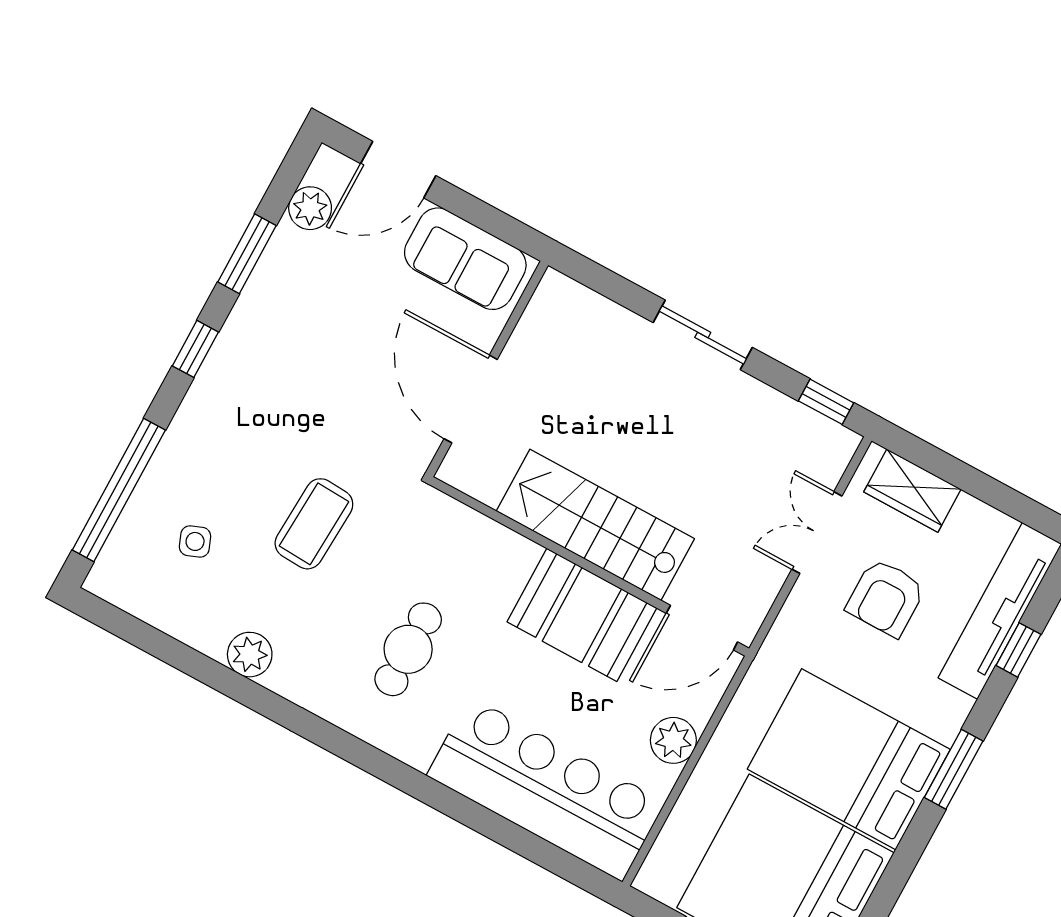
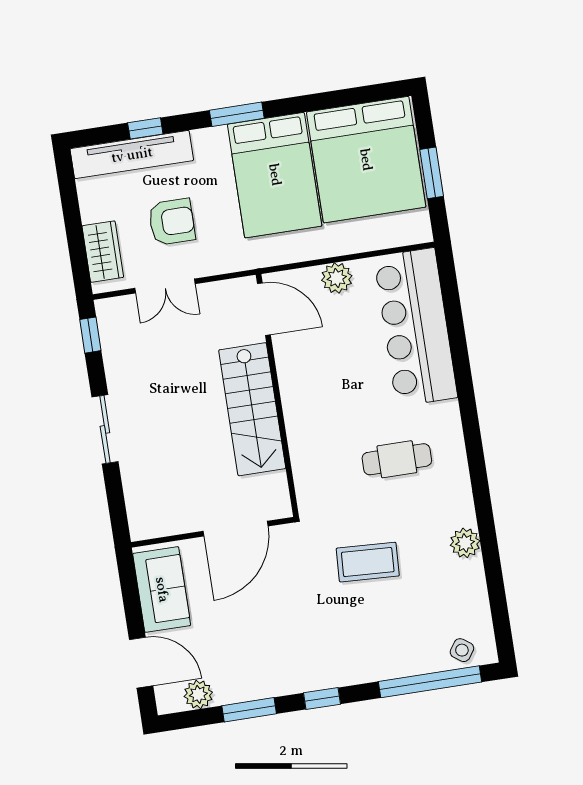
side table: (195, 541) -> (462, 650), moved, turned -33
booth: (582, 615) -> (306, 379), removed

